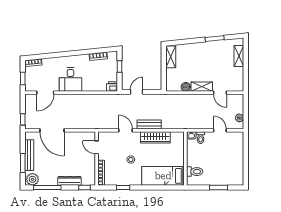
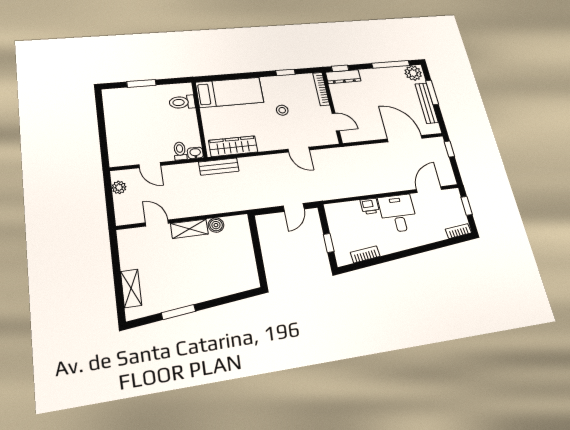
shelving: (171, 57) -> (249, 270), removed
printer: (112, 87) -> (370, 206), moved
bench: (149, 124) -> (219, 167), moved
wardrobe: (155, 137) -> (233, 146), moved
dresser: (70, 181) -> (343, 77), moved

